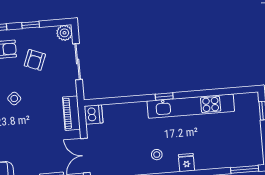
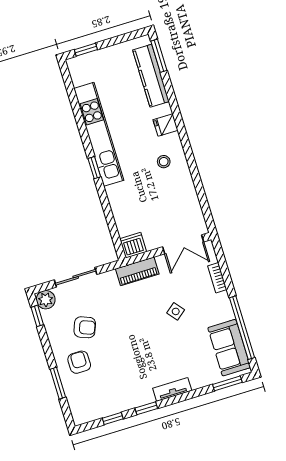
window: (31, 25) -> (37, 316), moved
side table: (14, 98) -> (176, 311), moved
kitchen counter: (230, 159) -> (151, 76), added

